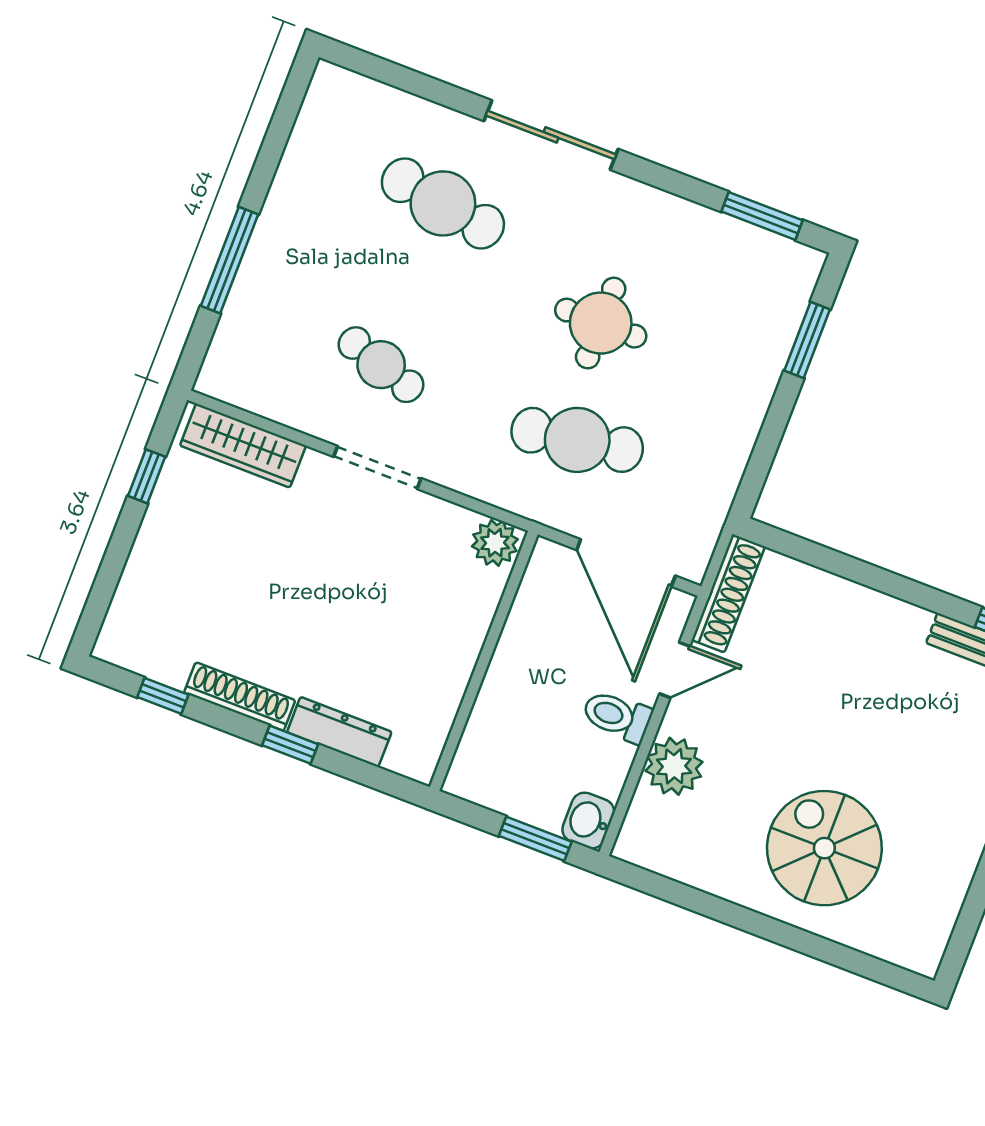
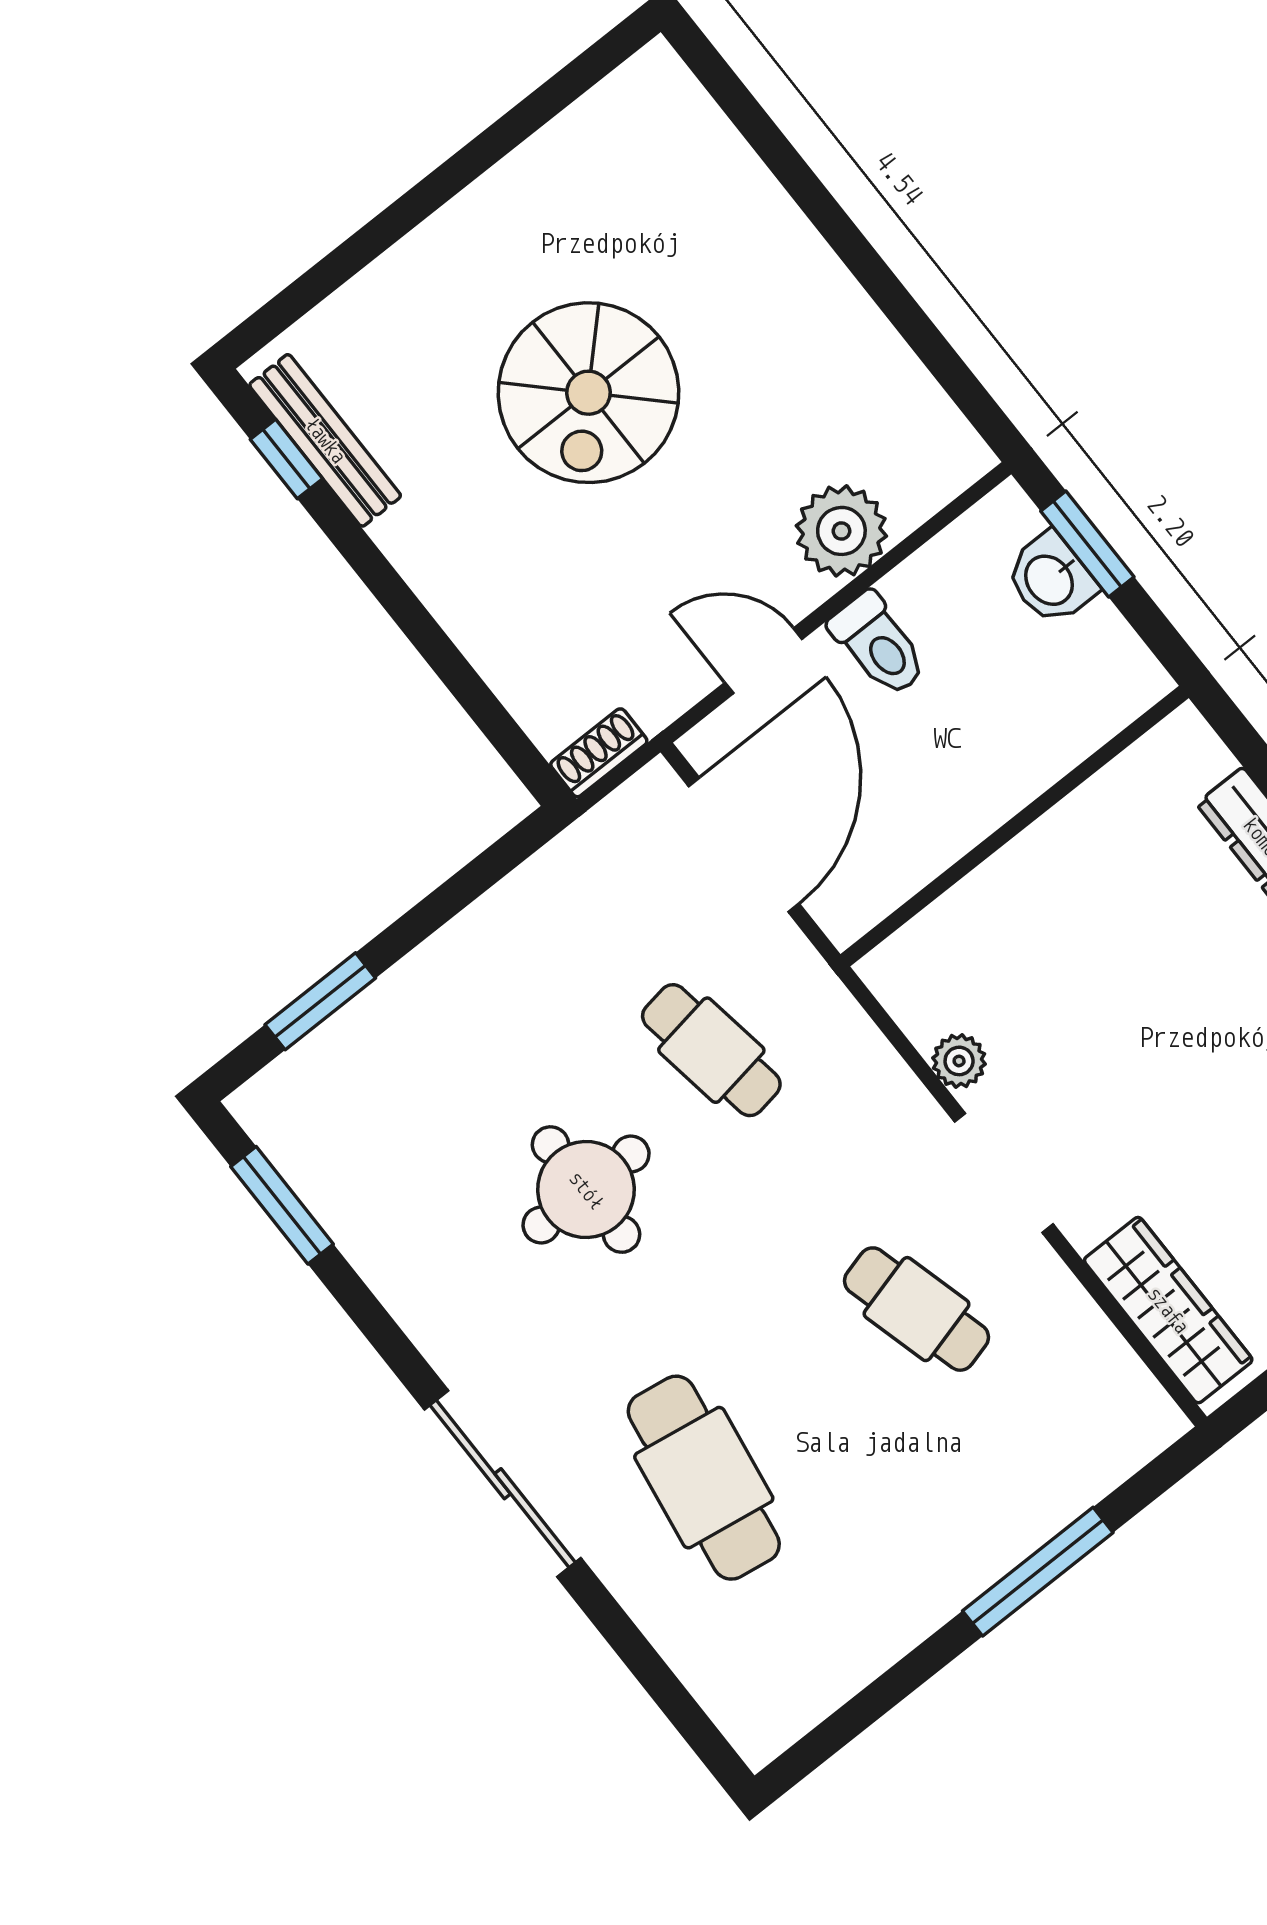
cafe table: (381, 365) -> (917, 1309), turned -33
cafe table: (577, 440) -> (711, 1050), width x0.73, depth x0.74
plant: (495, 543) -> (959, 1061), moved, width x0.73, depth x0.73
shoe rack: (728, 593) -> (599, 753), width x0.51, depth x0.81
washbasin: (588, 821) -> (1051, 579), moved, turned 90
spiral stairs: (824, 848) -> (588, 393), moved

